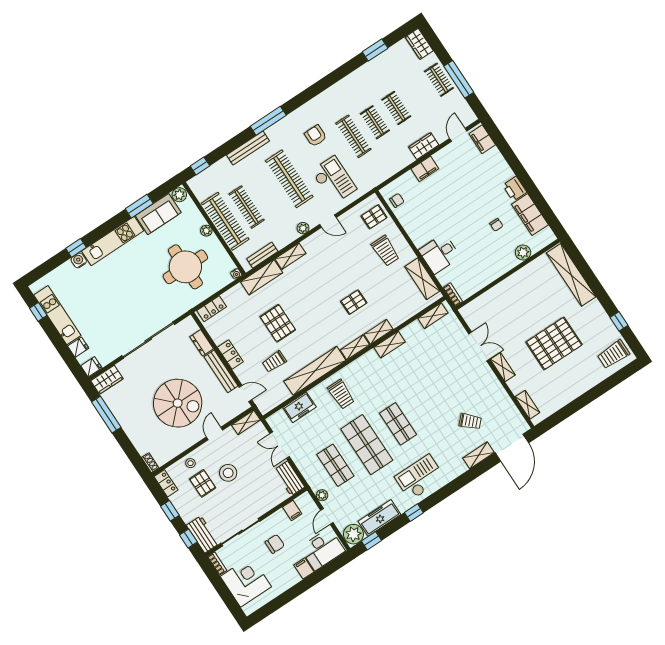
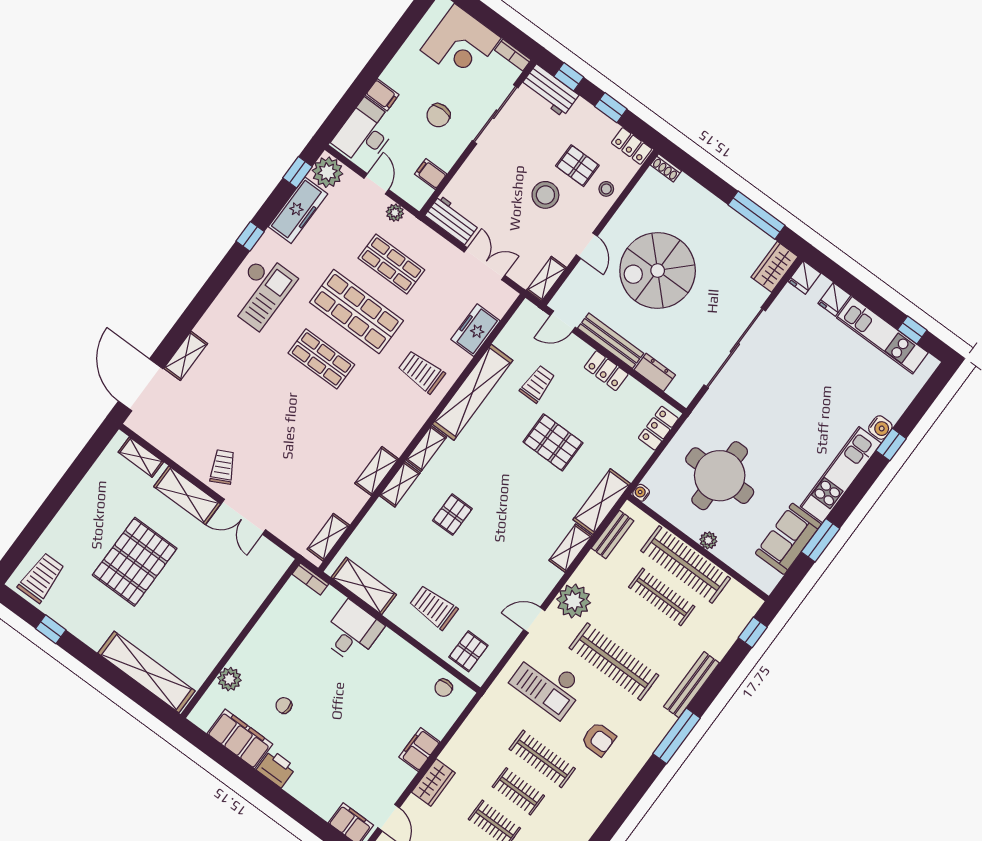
plant: (179, 195) -> (768, 579), removed
plant: (303, 228) -> (574, 601), width x1.88, depth x1.88
shelving: (503, 367) -> (187, 495), width x1.50, depth x1.33
trolley: (470, 421) -> (223, 467), moved, turned 109

